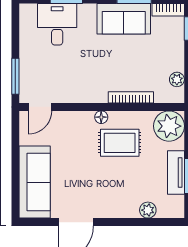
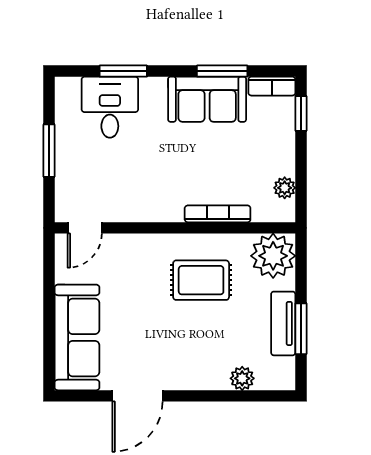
window: (15, 76) -> (49, 151), moved
floor lamp: (101, 117) -> (174, 243), removed

